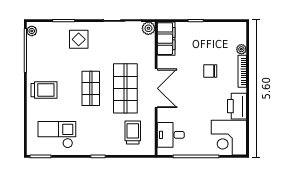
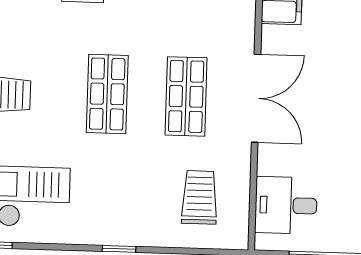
shop shelf: (125, 88) -> (186, 96), width x0.70, depth x0.74

